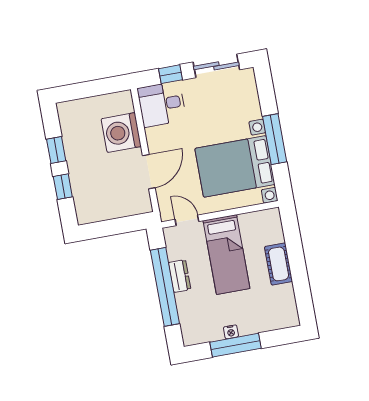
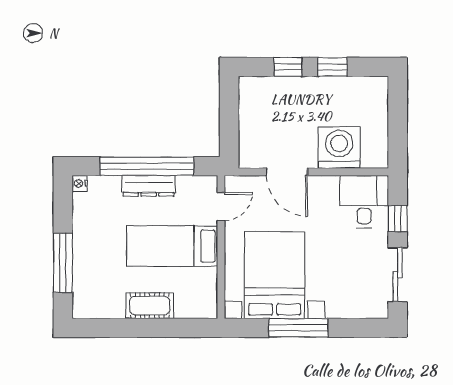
dresser: (180, 276) -> (149, 186), width x1.44
nightstand: (231, 332) -> (80, 183), moved
window: (236, 345) -> (63, 263), moved

